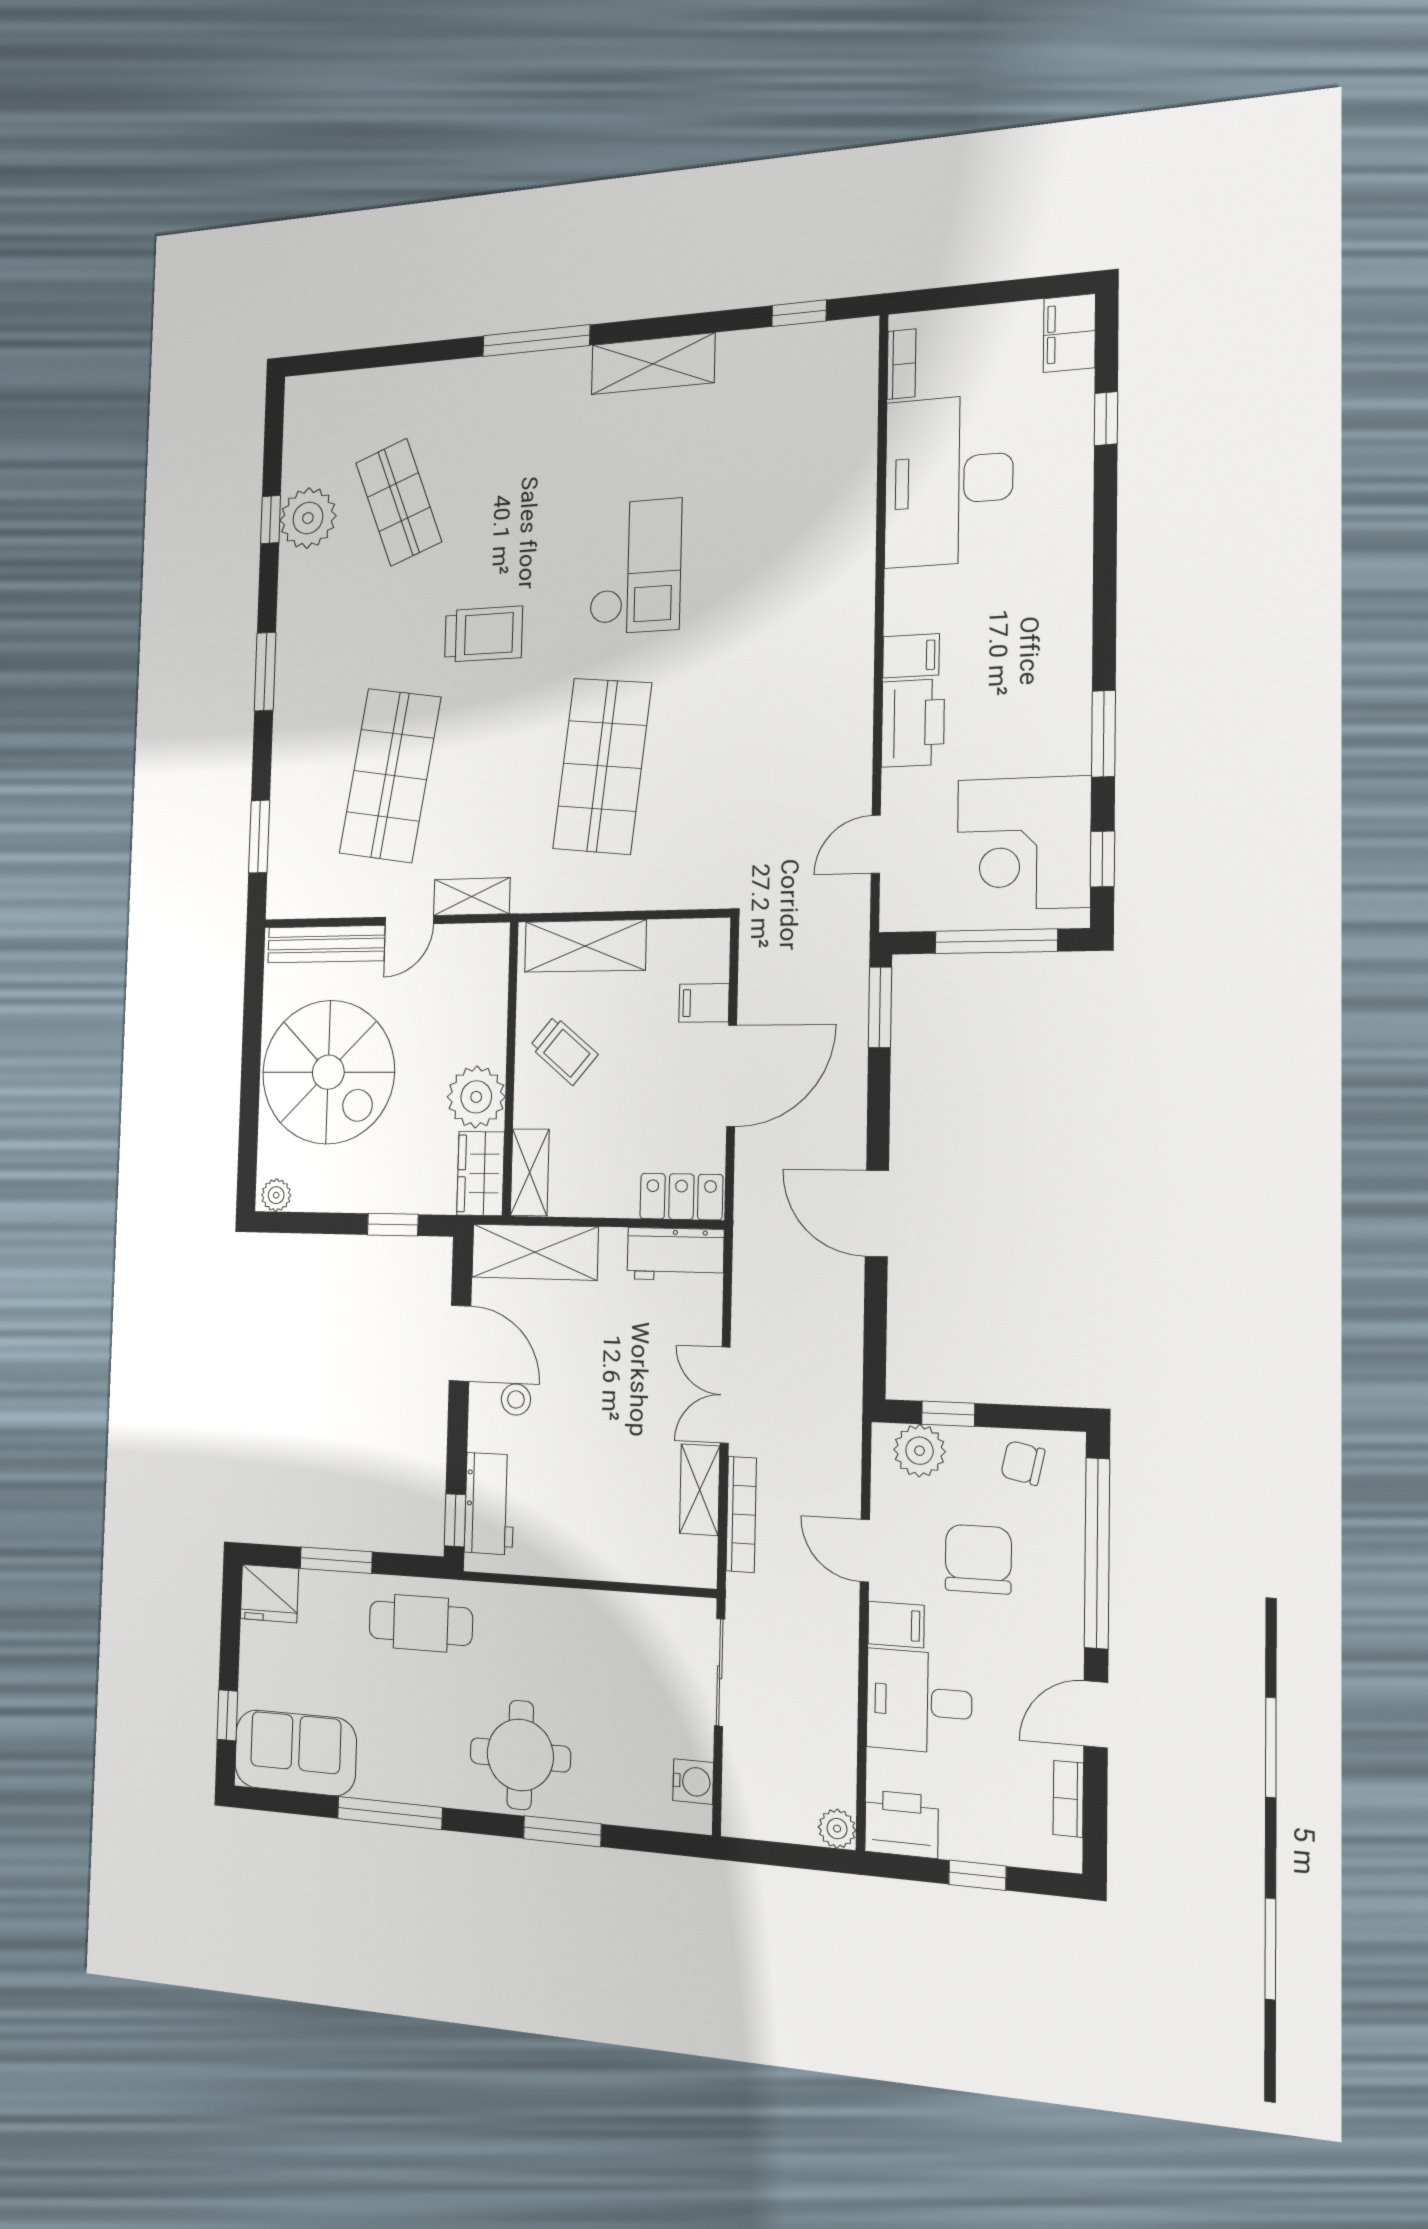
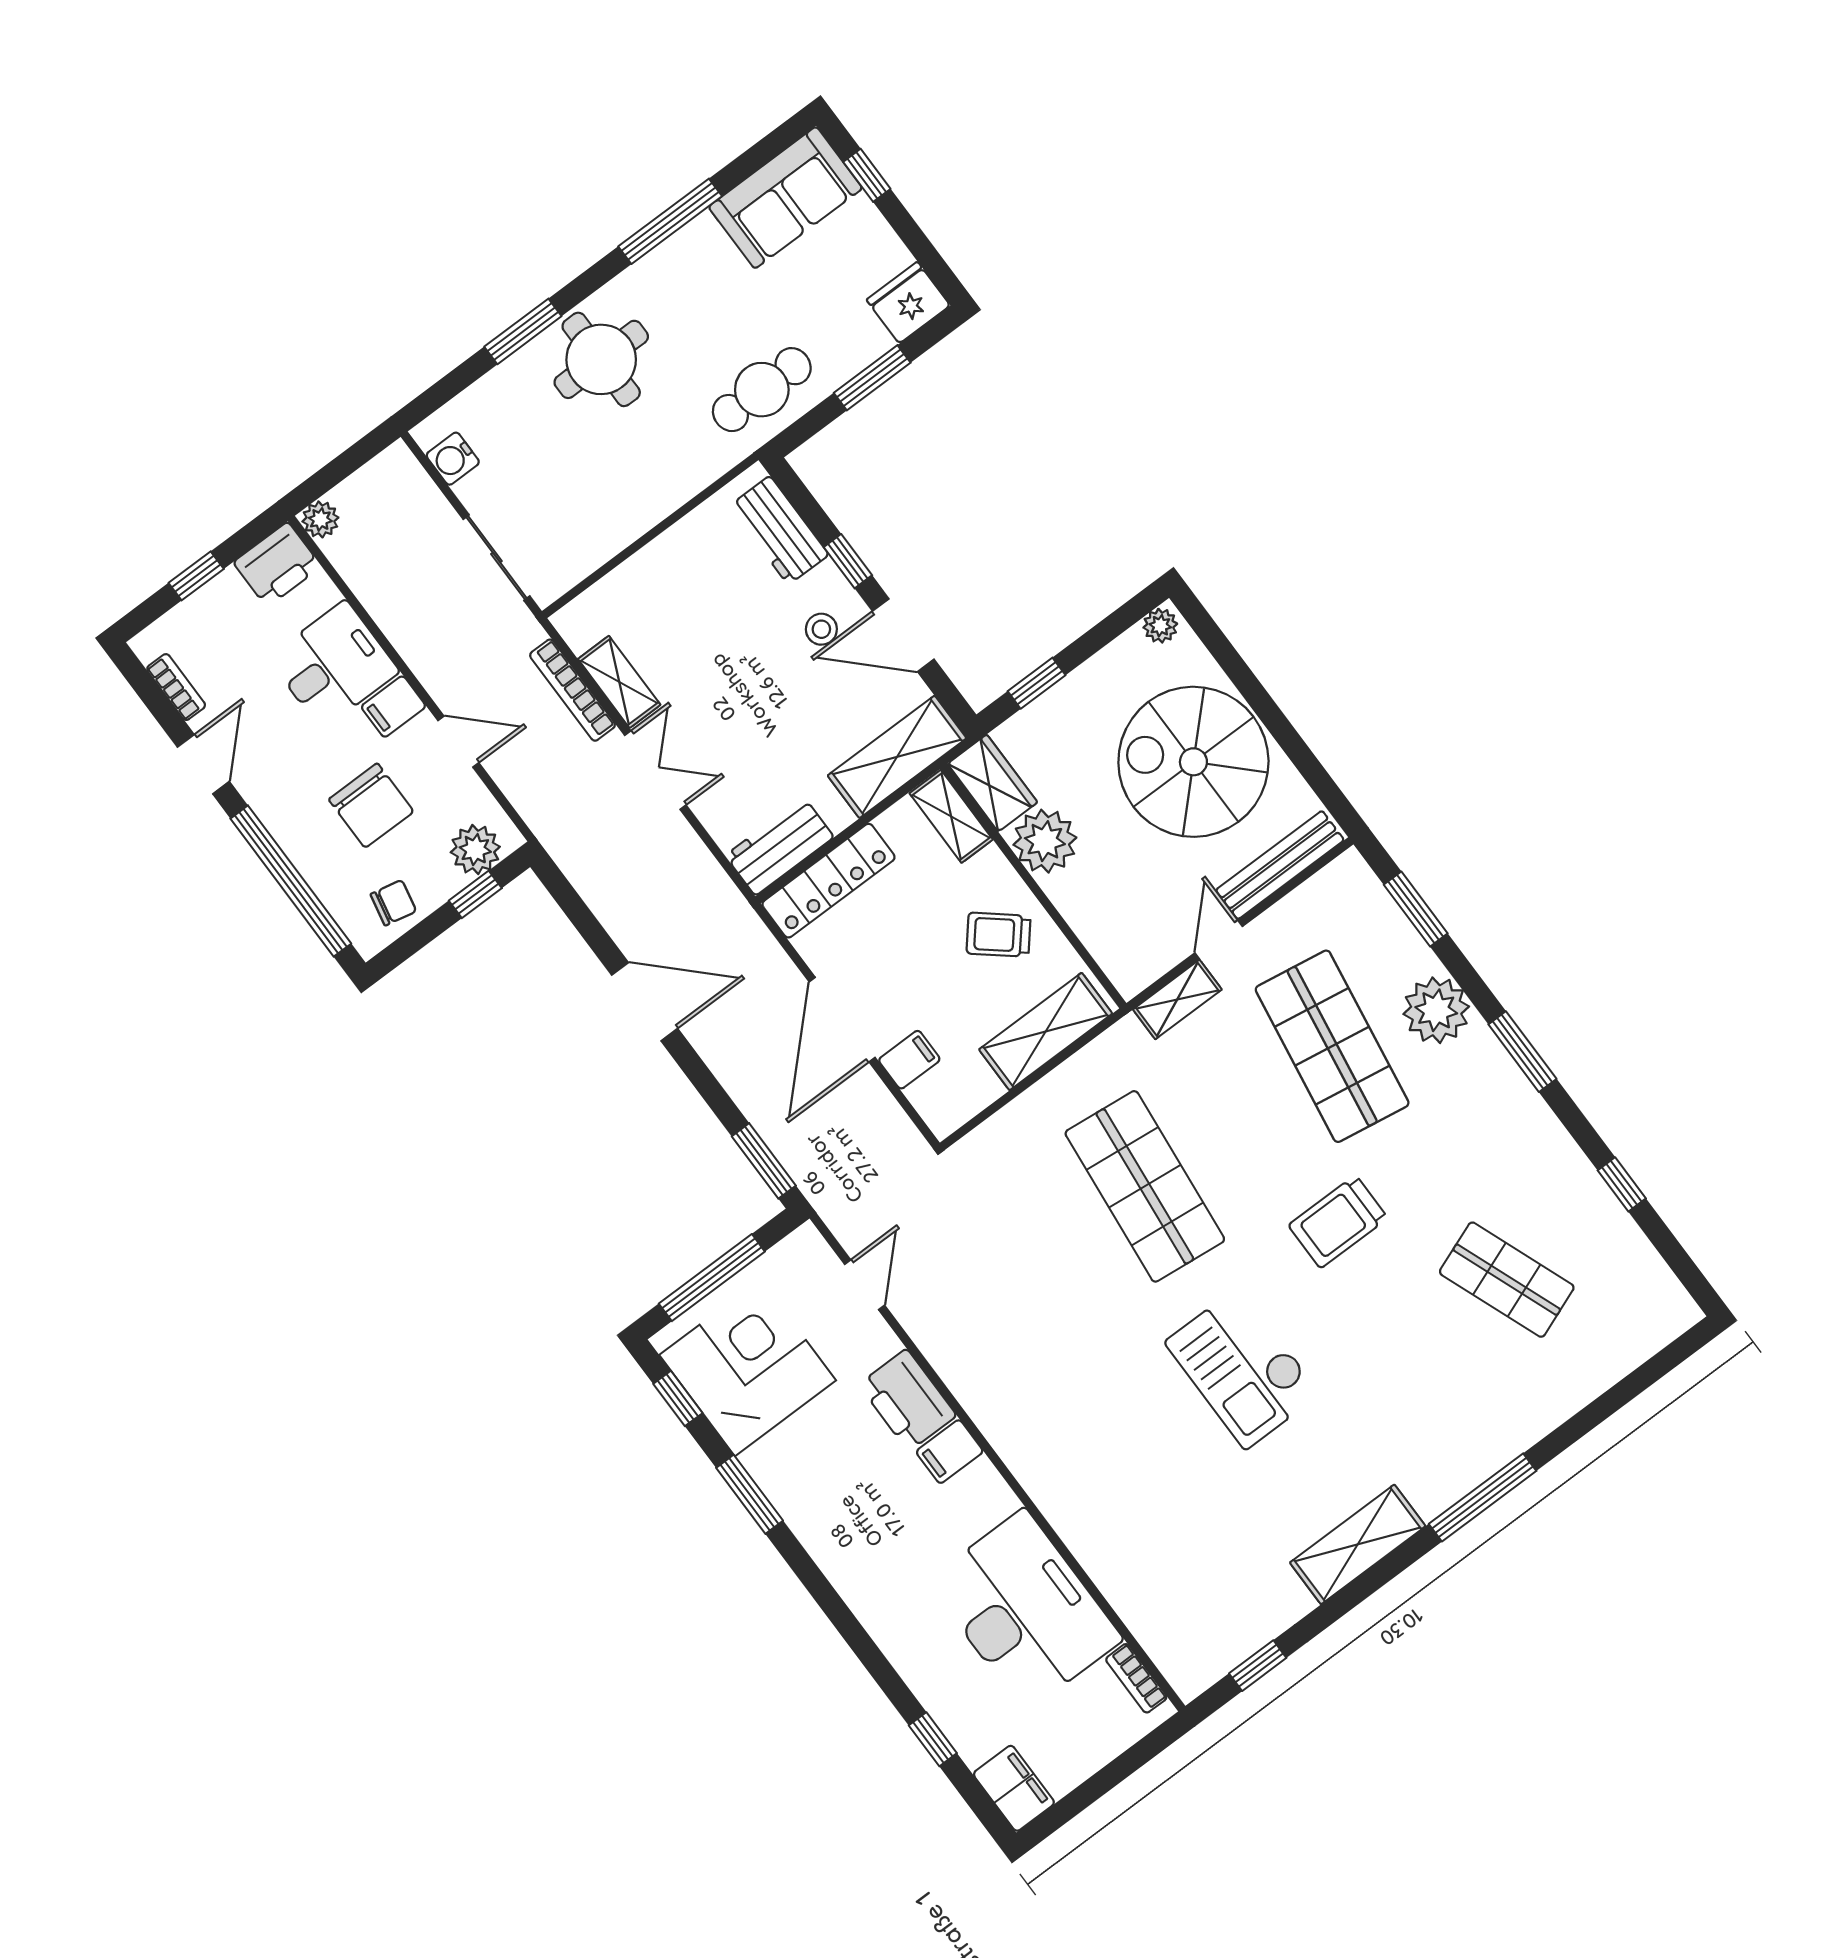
plant: (308, 518) -> (1436, 1010), moved
locker: (681, 1197) -> (828, 881), width x1.53
window: (455, 1520) -> (848, 561), moved

